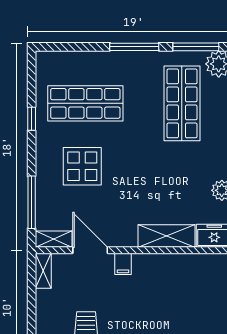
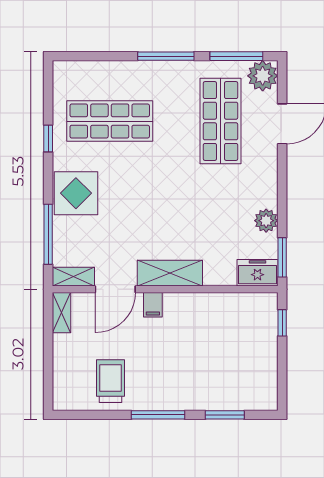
display table: (82, 166) -> (76, 193), moved
shelving: (167, 236) -> (170, 273), moved
door: (90, 250) -> (115, 289), swing flipped

